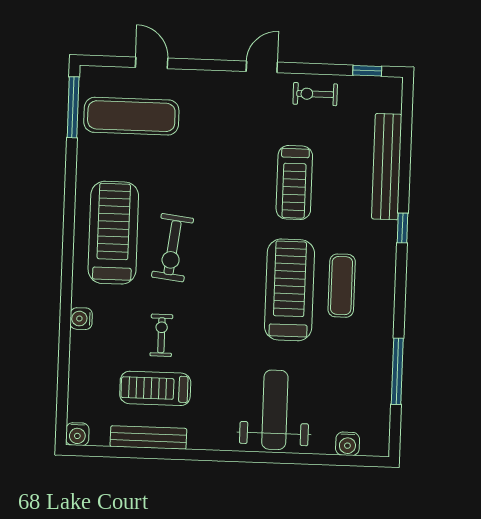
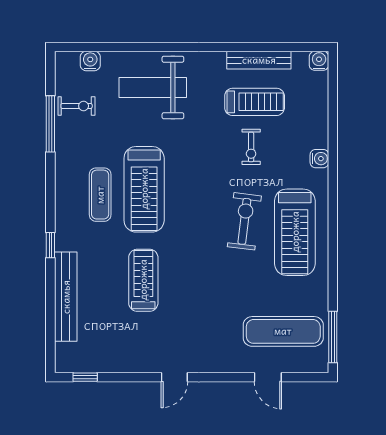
exercise bike: (315, 94) -> (77, 106), moved
weight bench: (275, 410) -> (153, 87), turned 90

